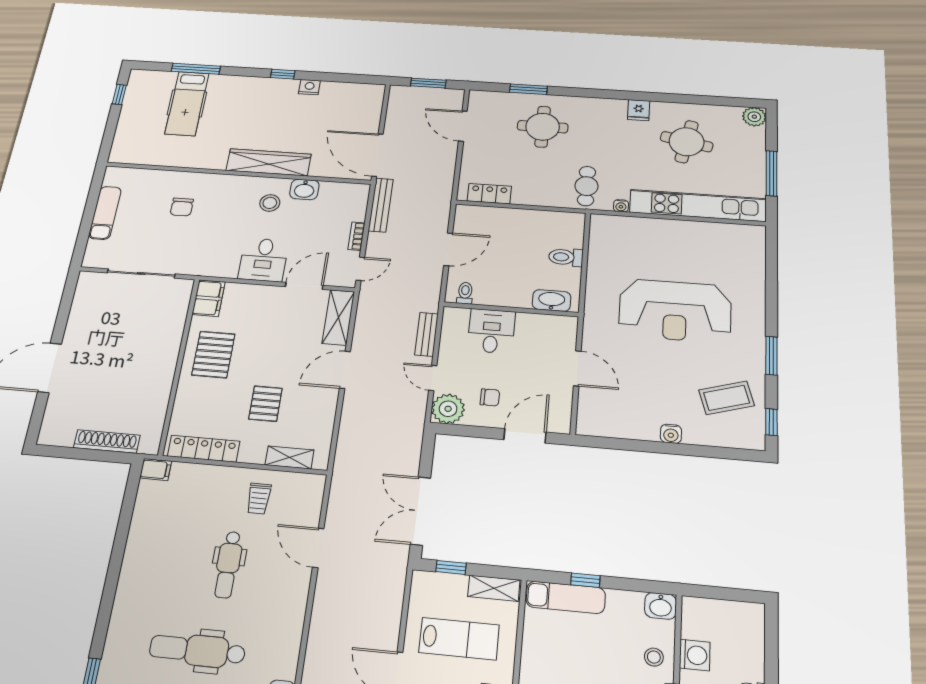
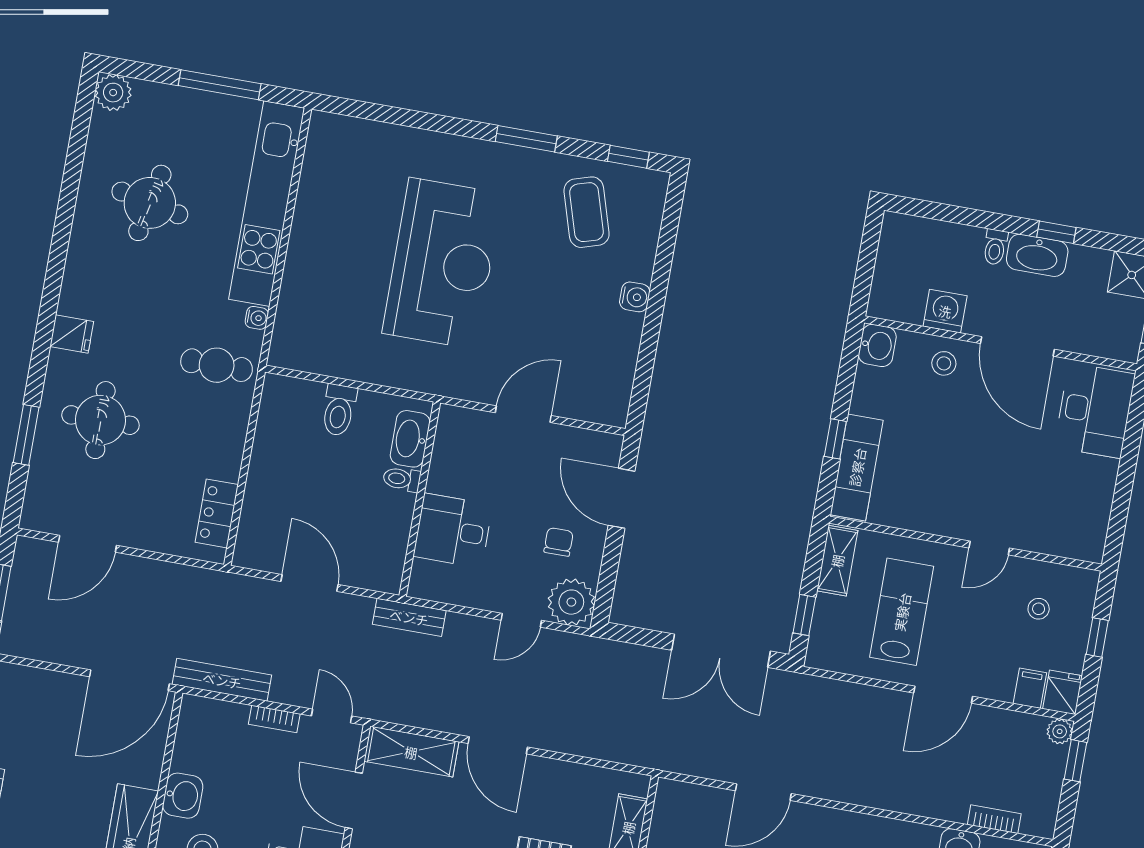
fridge: (639, 110) -> (72, 334), moved
toilet: (465, 293) -> (402, 479), moved
bench: (427, 334) -> (409, 617), moved

